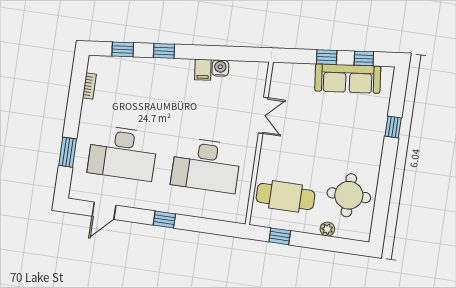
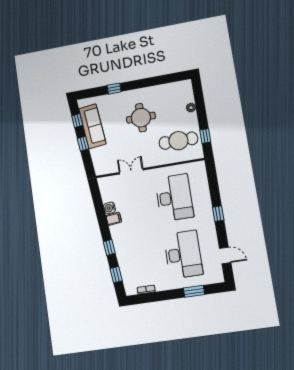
round table: (349, 195) -> (141, 118), moved
cafe table: (285, 196) -> (178, 141), turned 90

